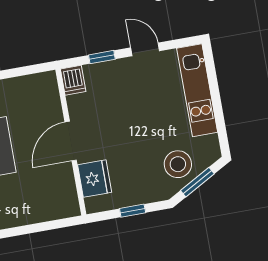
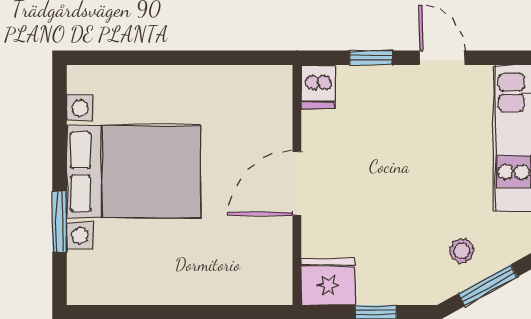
stool: (178, 164) -> (462, 251), width x0.53, depth x0.53
fridge: (95, 179) -> (328, 282), moved, turned -90

